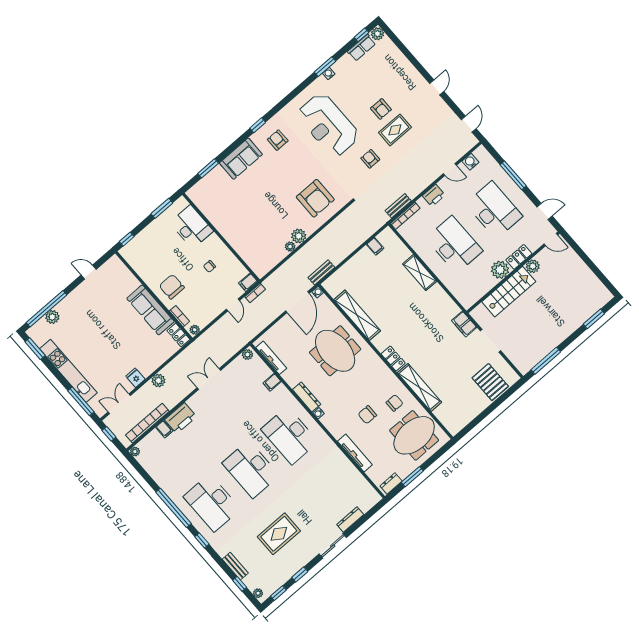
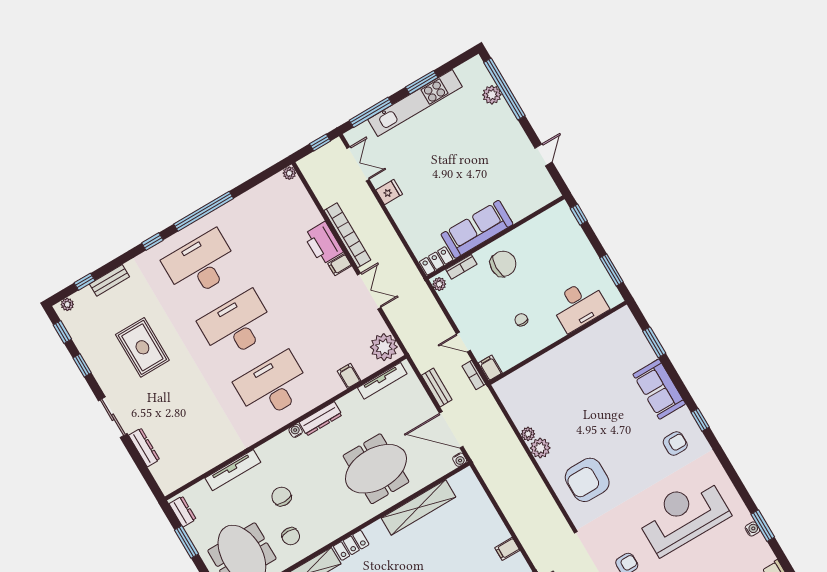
bench: (321, 272) -> (437, 387), moved
window: (35, 349) -> (422, 82), moved
plant: (247, 355) -> (384, 347), width x1.88, depth x1.88
plant: (158, 381) -> (380, 223), removed
bookcase: (147, 423) -> (347, 235), moved
filing cabinet: (164, 429) -> (340, 265), moved

